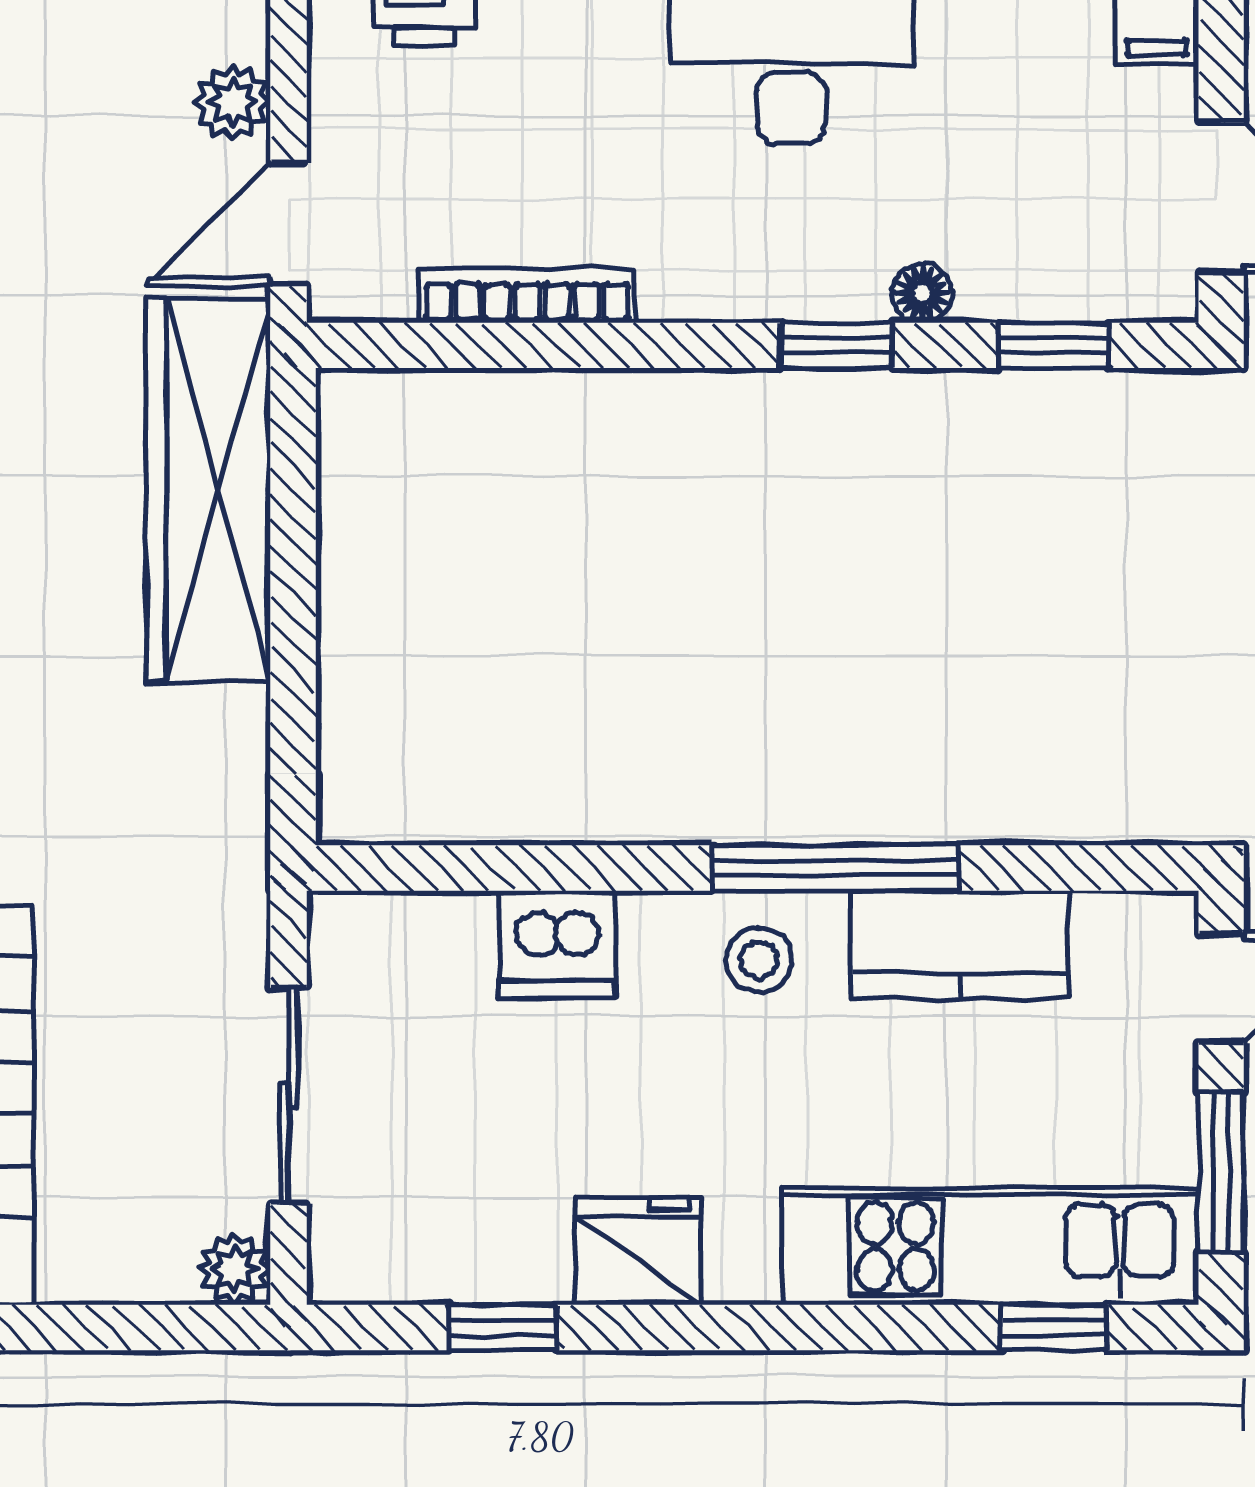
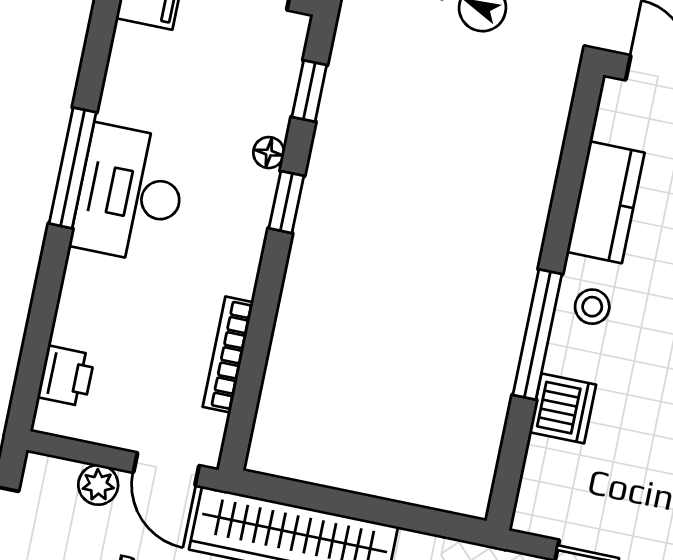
window: (835, 868) -> (537, 335), moved

